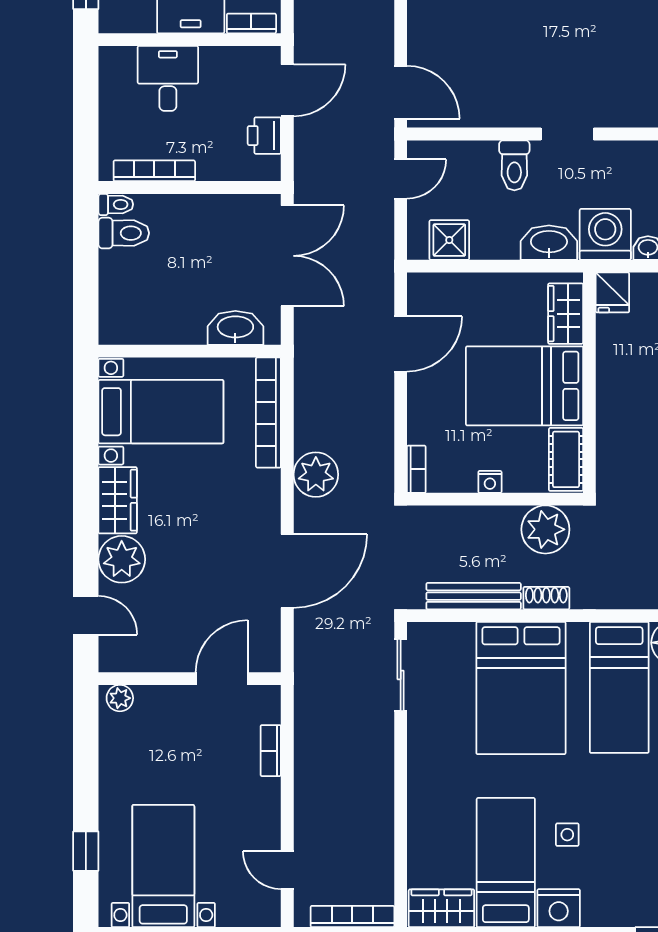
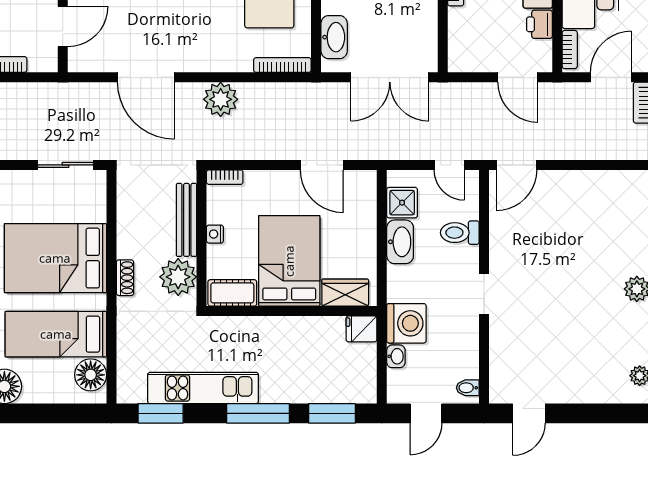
printer: (264, 136) -> (539, 24), moved, turned -90
toilet: (514, 165) -> (460, 233), moved
washbasin: (549, 243) -> (400, 242), moved
bookcase: (268, 413) -> (282, 65), width x0.68, depth x0.76
bench: (474, 596) -> (186, 220), moved
door: (222, 679) -> (63, 27), hinge flipped

